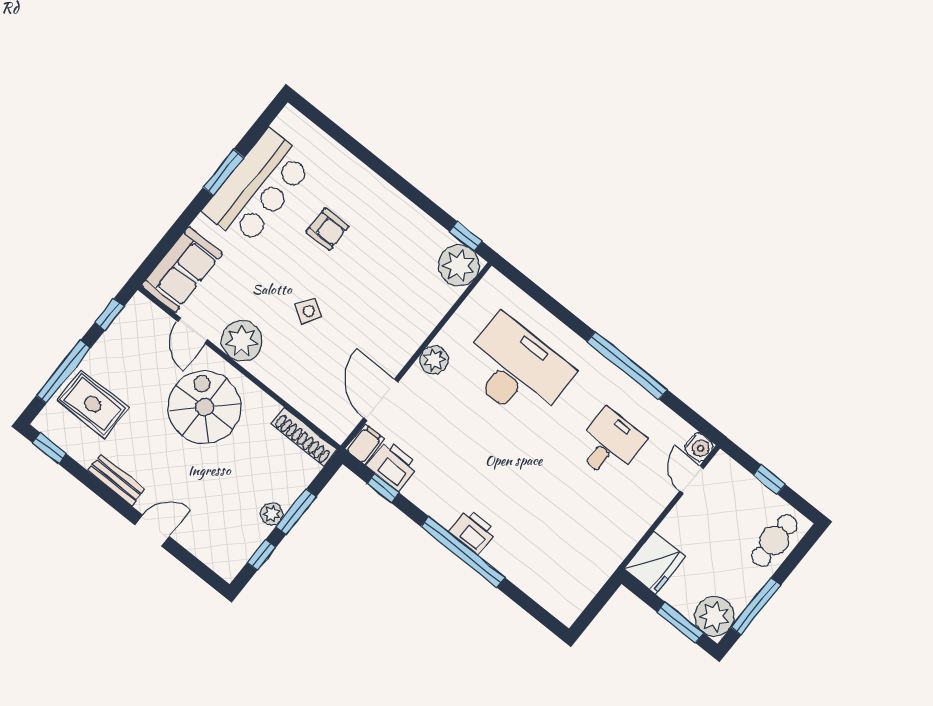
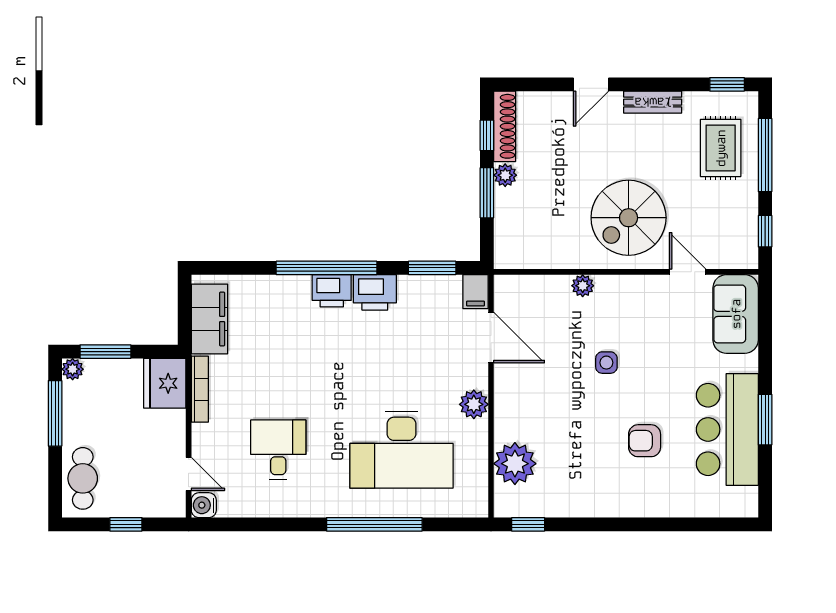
plant: (459, 265) -> (515, 464), moved
side table: (309, 311) -> (606, 363), turned -32
plant: (242, 341) -> (583, 286), moved, width x0.53, depth x0.53
window: (627, 366) -> (374, 524), moved
rug: (93, 404) -> (721, 148), turned 90
spiral stairs: (204, 407) -> (629, 218), turned 90
shoe rack: (304, 437) -> (505, 126), moved, turned 90
desk: (609, 444) -> (278, 450), turned 180
printer: (393, 465) -> (375, 292), moved
window: (383, 488) -> (432, 268), width x1.50
bookcase: (632, 537) -> (200, 389), added
filing cabinet: (582, 584) -> (209, 319), added
plant: (714, 616) -> (73, 369), width x0.53, depth x0.53

